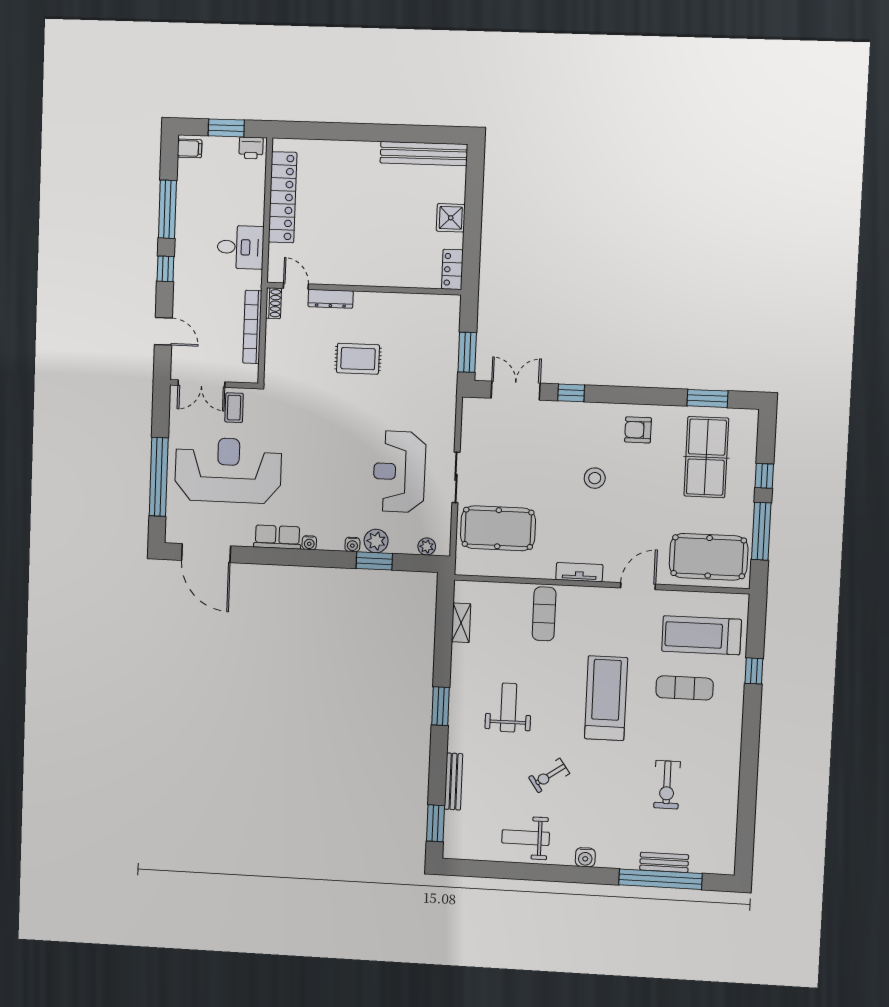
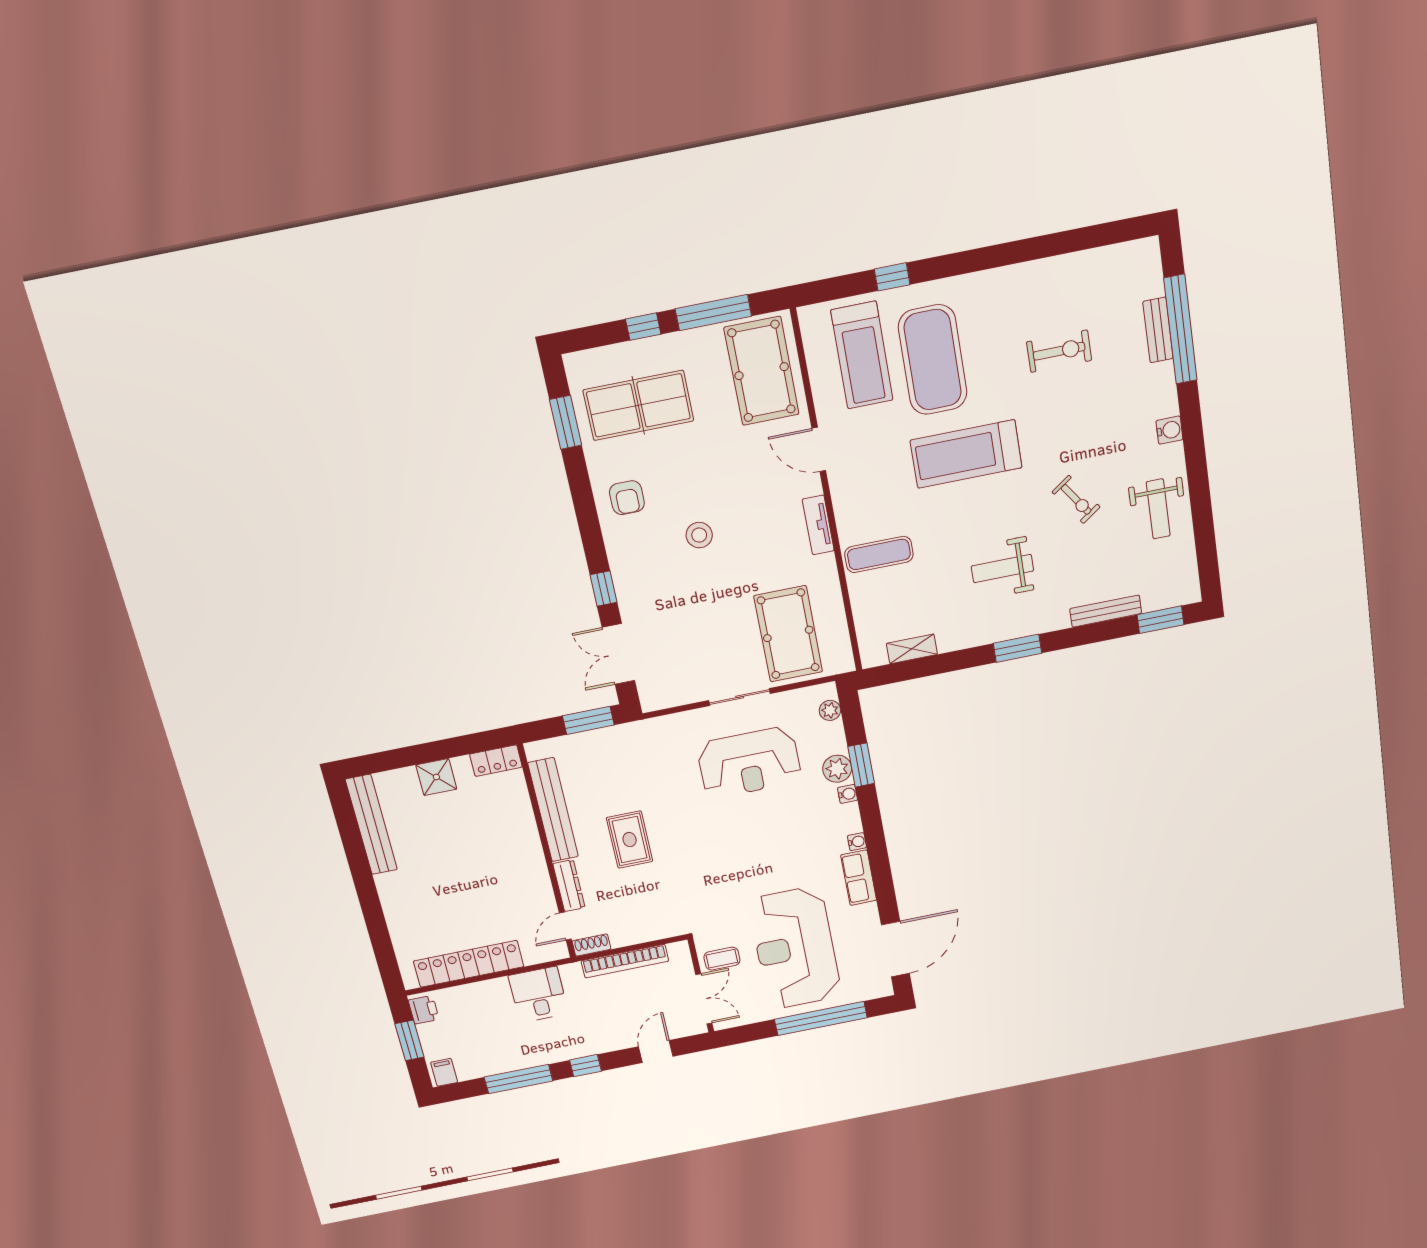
bench: (399, 304) -> (553, 810), added
exercise mat: (685, 688) -> (933, 360), width x2.00, depth x1.45

